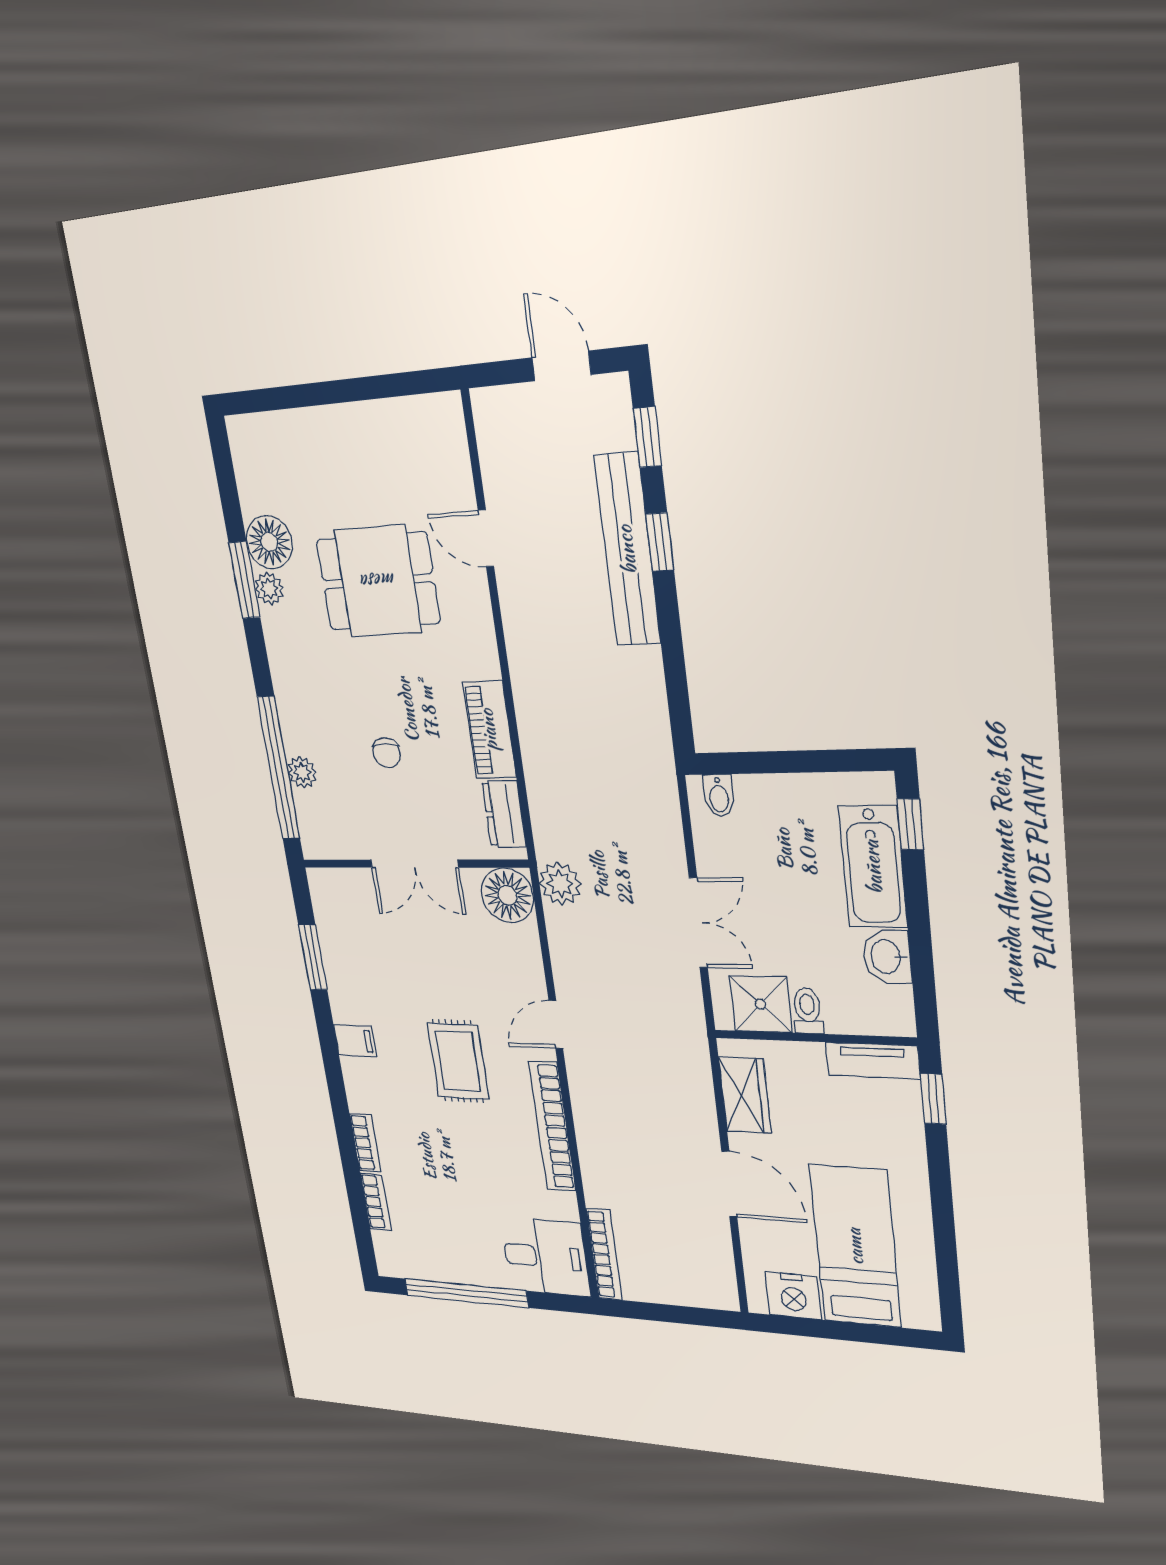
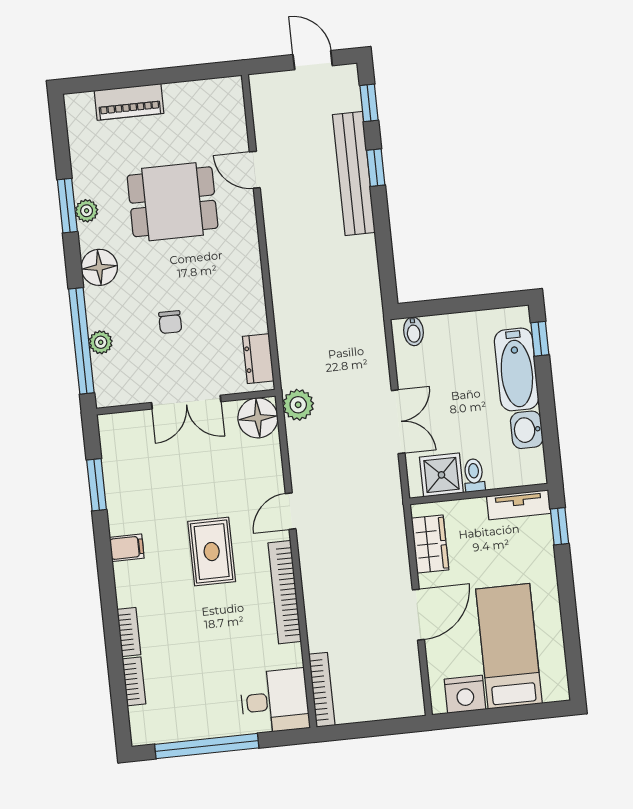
floor lamp: (269, 542) -> (99, 267), moved
piano: (489, 730) -> (129, 102), moved, turned -90
door: (729, 1184) -> (418, 615), hinge flipped

